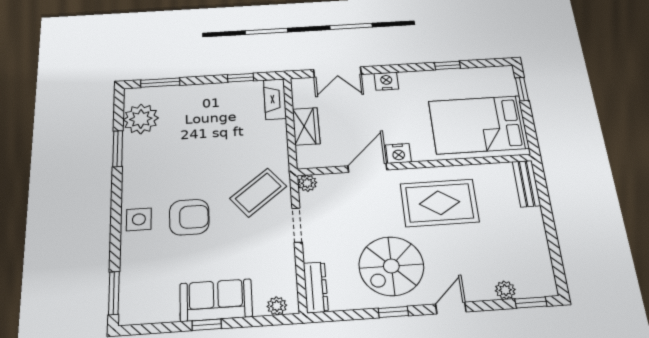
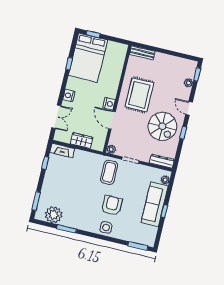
bed: (478, 125) -> (88, 58), moved
coffee table: (258, 192) -> (109, 172), turned 39
sofa: (216, 300) -> (155, 204), width x1.36

